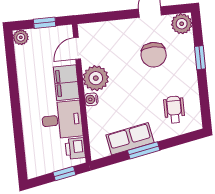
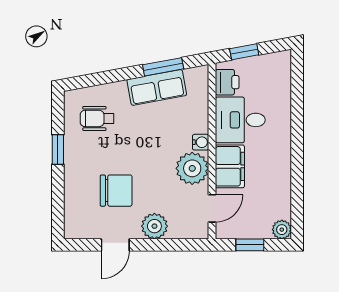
plant: (182, 24) -> (154, 226), moved
chair: (154, 55) -> (116, 191), turned 90
window: (200, 58) -> (58, 149), moved
wheelchair: (174, 110) -> (97, 118), turned 90
window: (144, 150) -> (163, 67), moved

